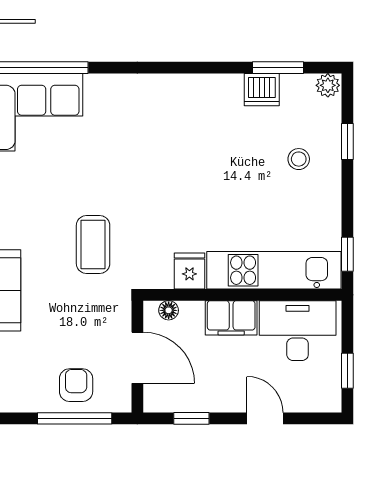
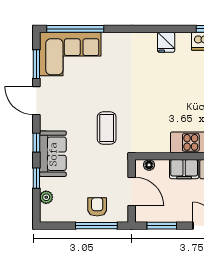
fridge: (189, 271) -> (166, 42), moved, turned 180
window: (191, 418) -> (162, 226), width x1.50

